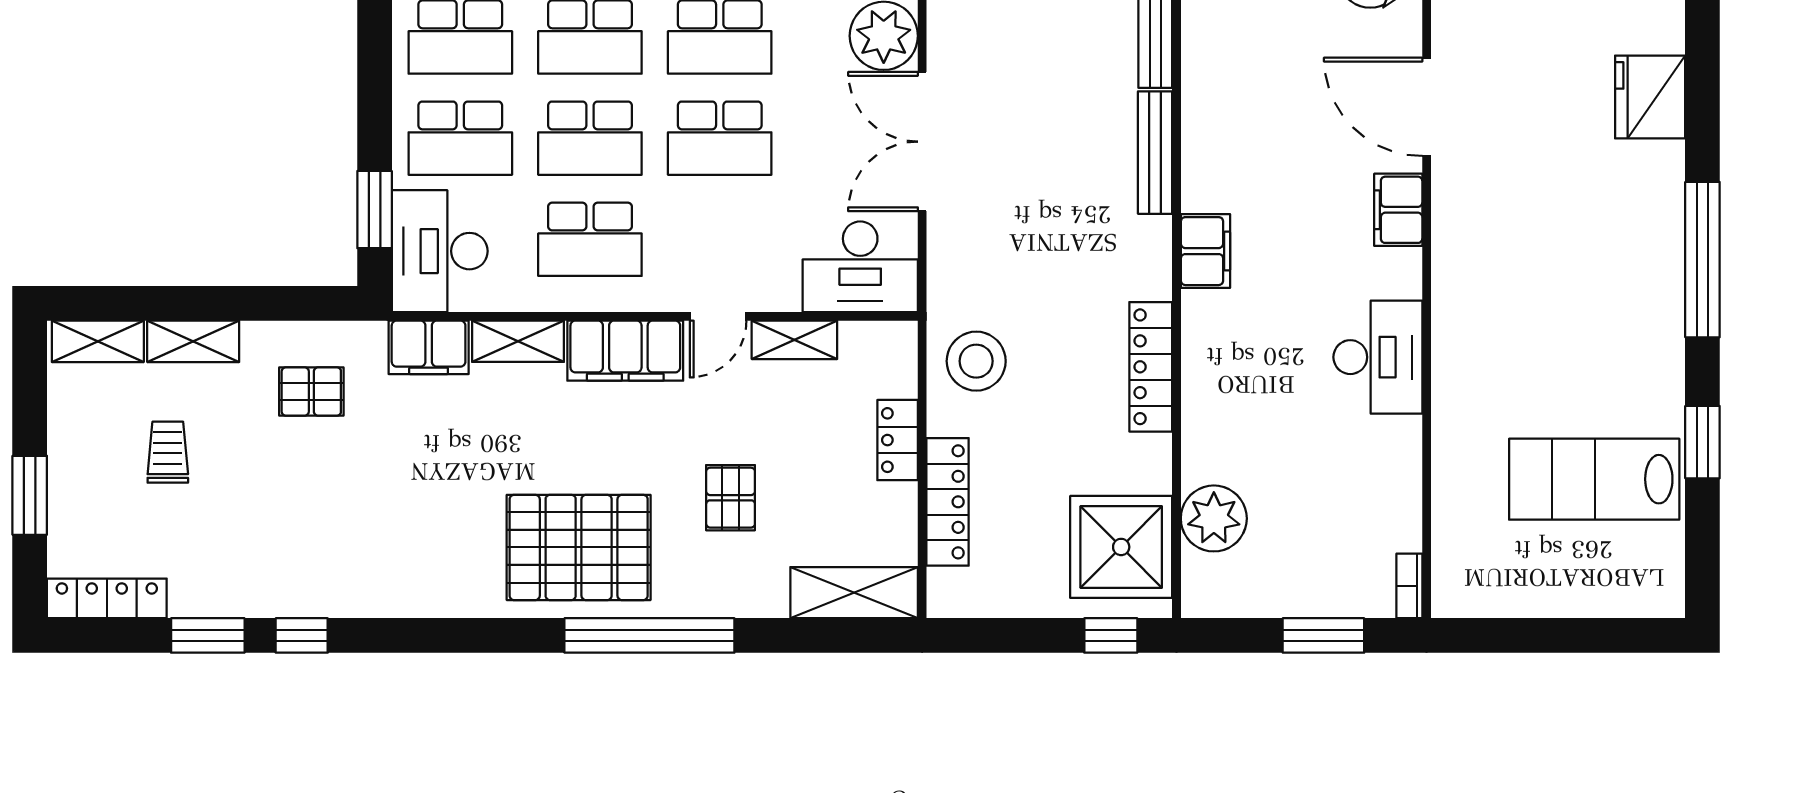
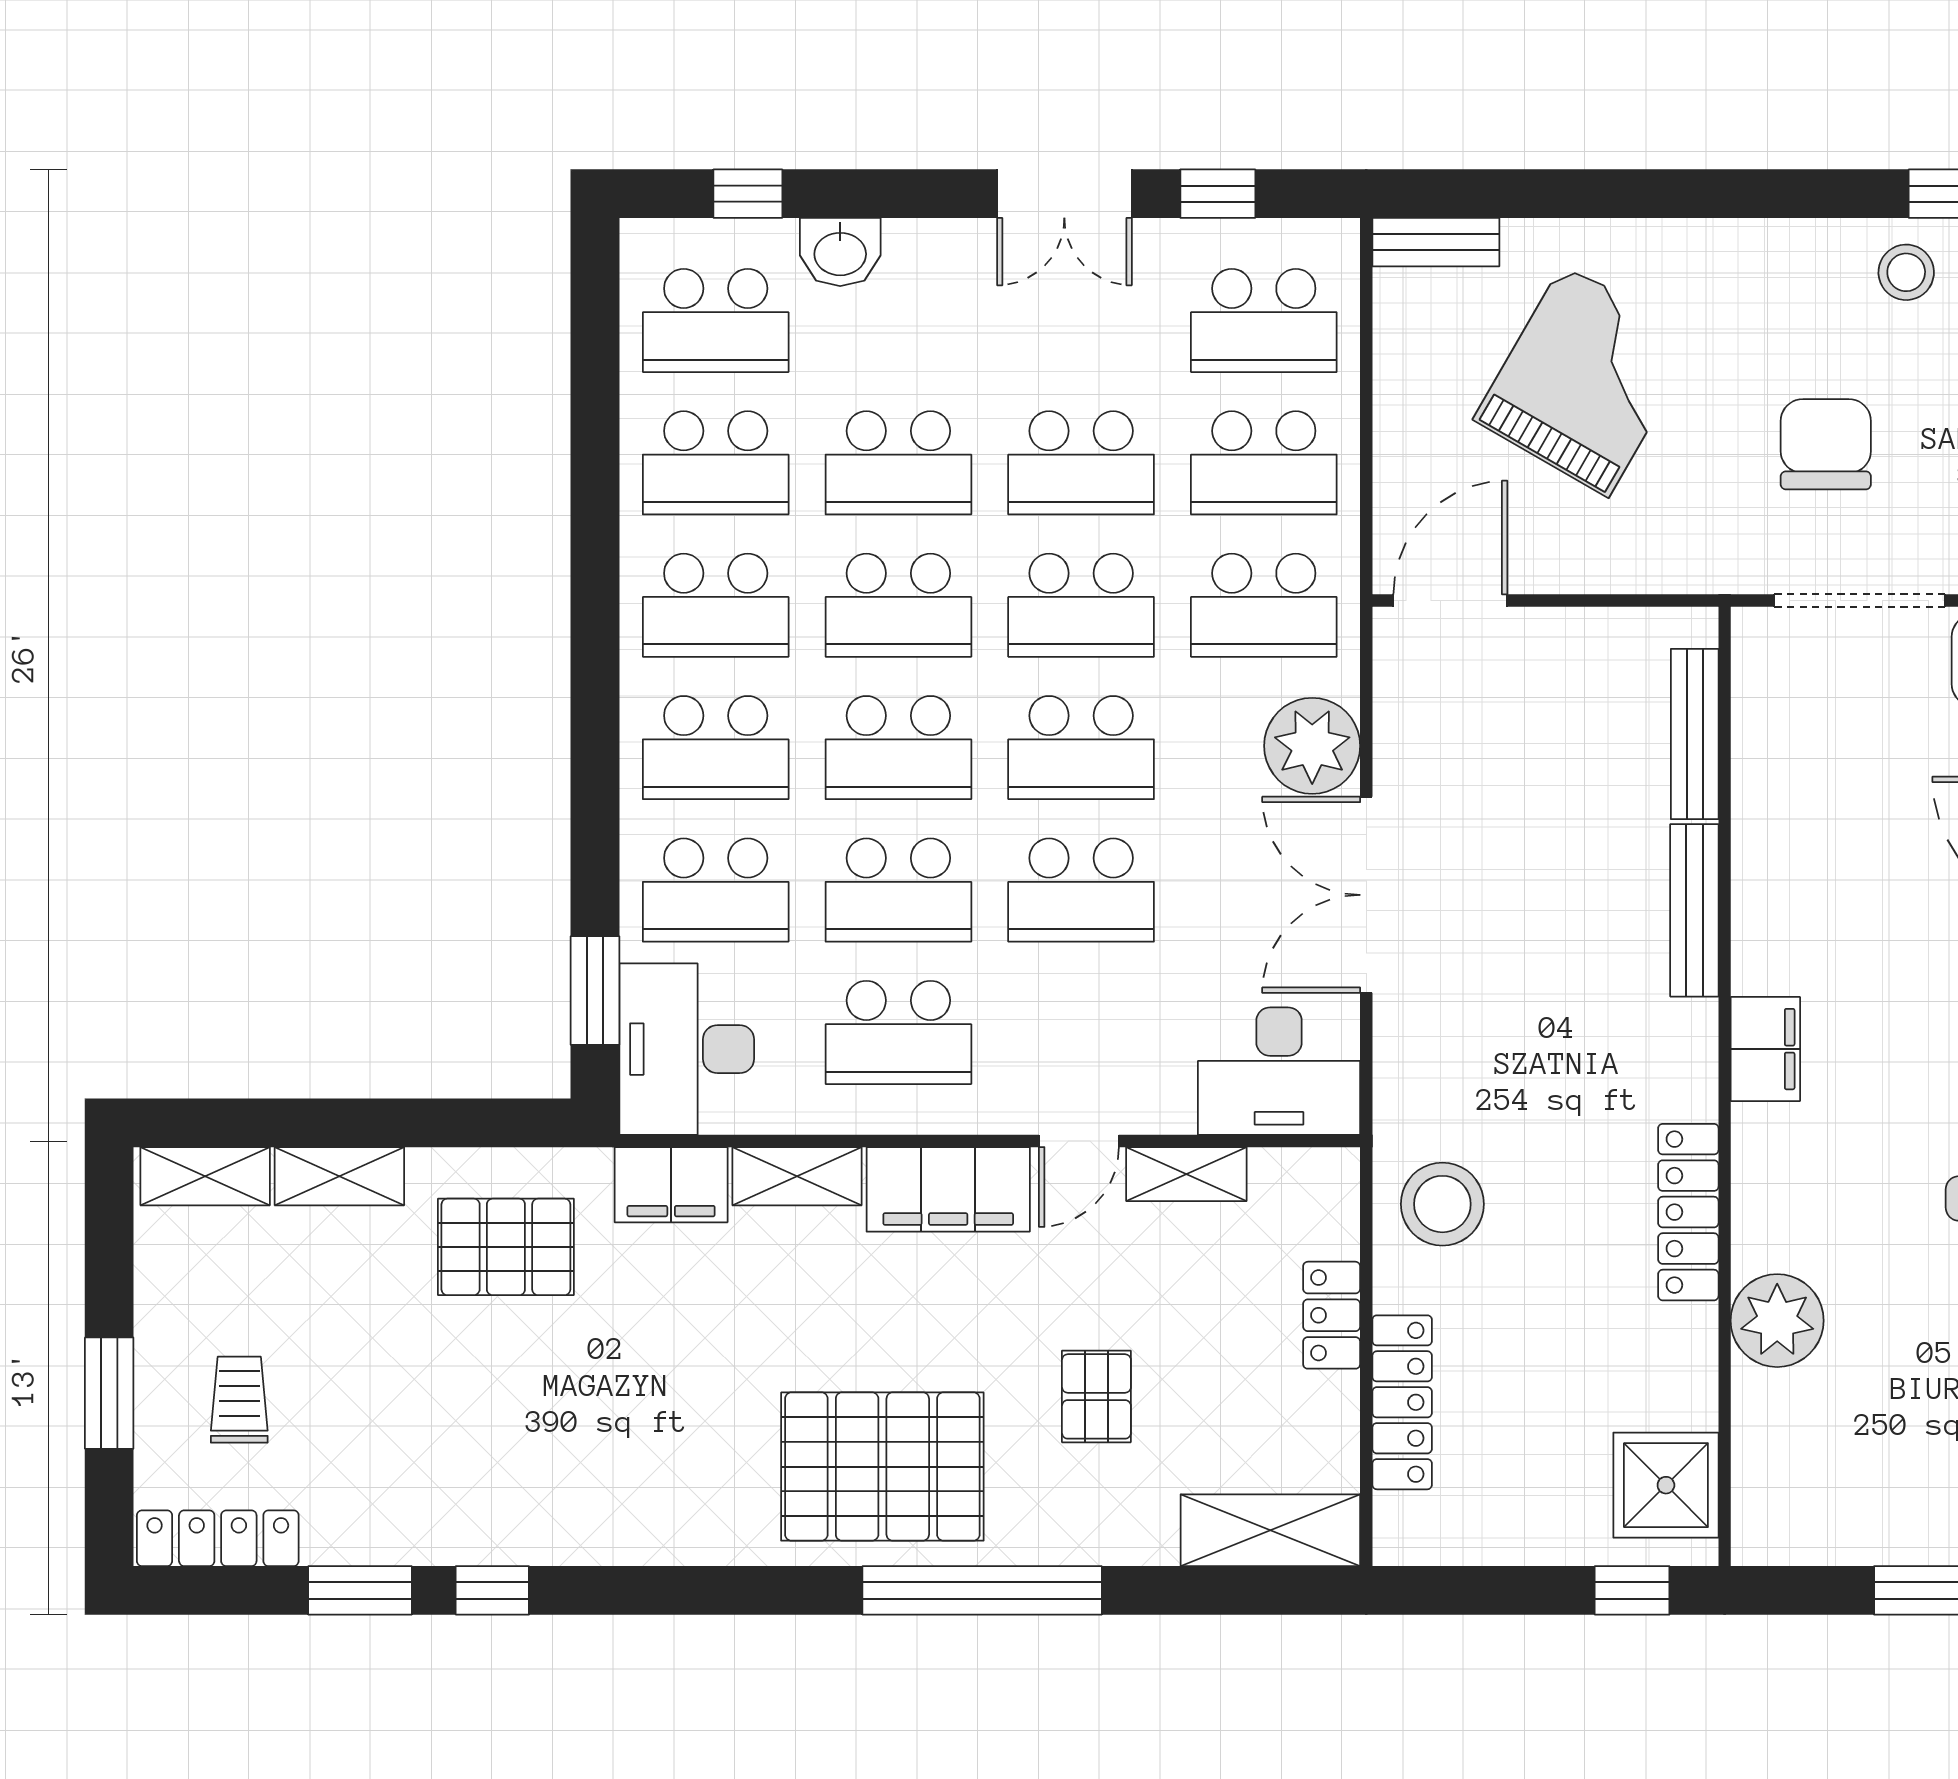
pallet: (311, 392) -> (506, 1247), width x1.50, depth x1.42
trolley: (168, 452) -> (239, 1400), moved
plant: (1214, 518) -> (1777, 1321), moved
shower: (1121, 547) -> (1666, 1485), width x0.73, depth x0.73

